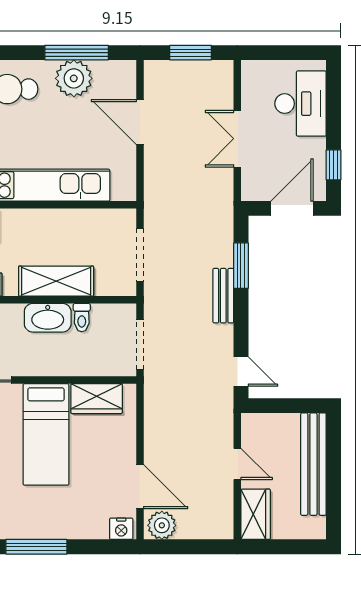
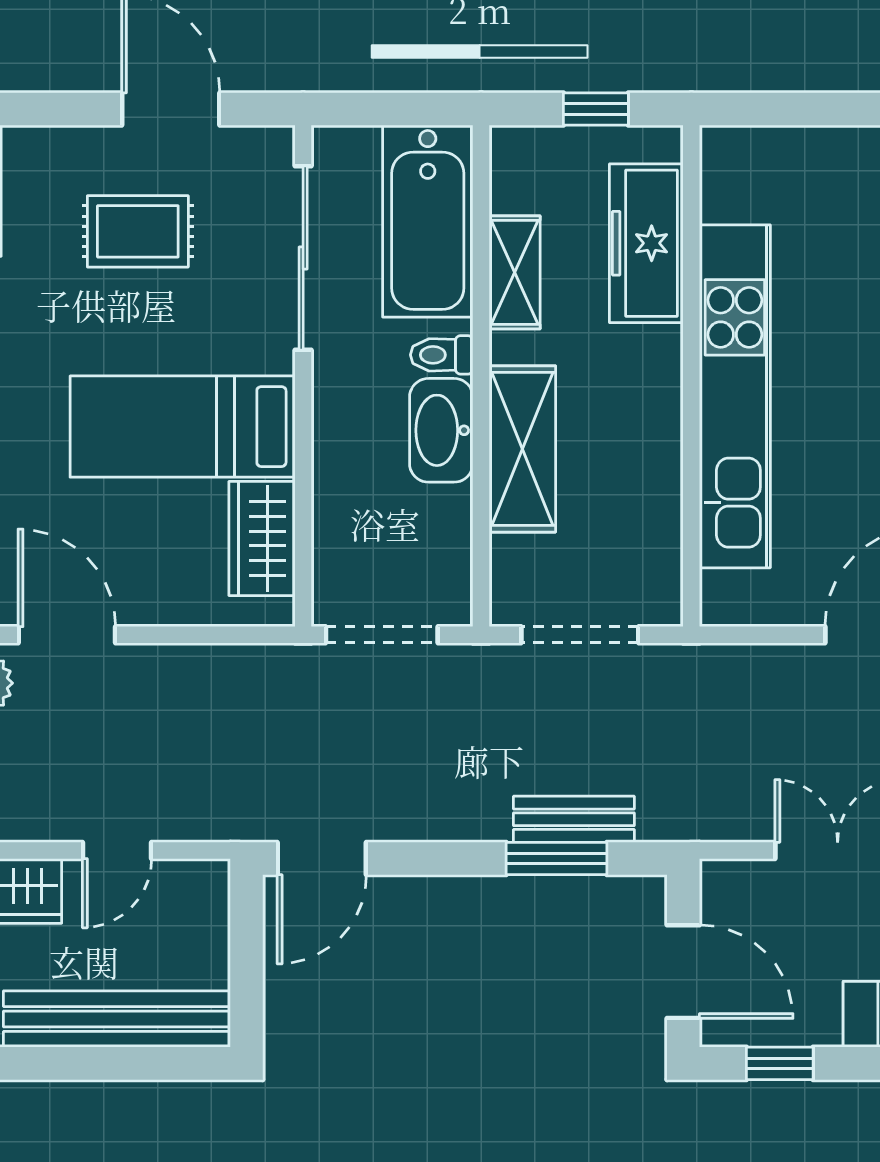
bench: (223, 296) -> (574, 819), moved
toilet: (82, 318) -> (442, 355), moved
door: (241, 372) -> (322, 859), width x1.37
door: (140, 487) -> (67, 635), swing flipped

